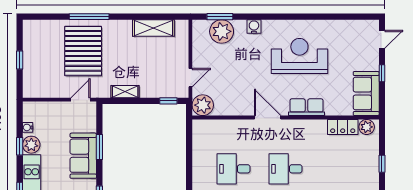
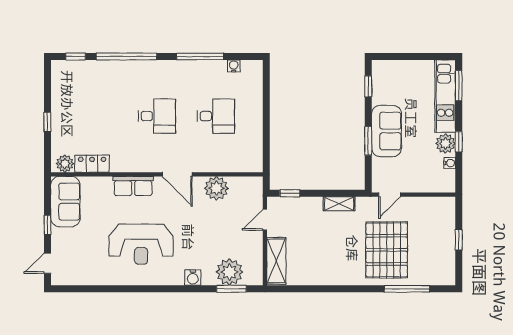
window: (89, 17) -> (407, 289), moved
shelving: (153, 28) -> (276, 261), moved, turned 90
plant: (203, 105) -> (216, 188), moved

